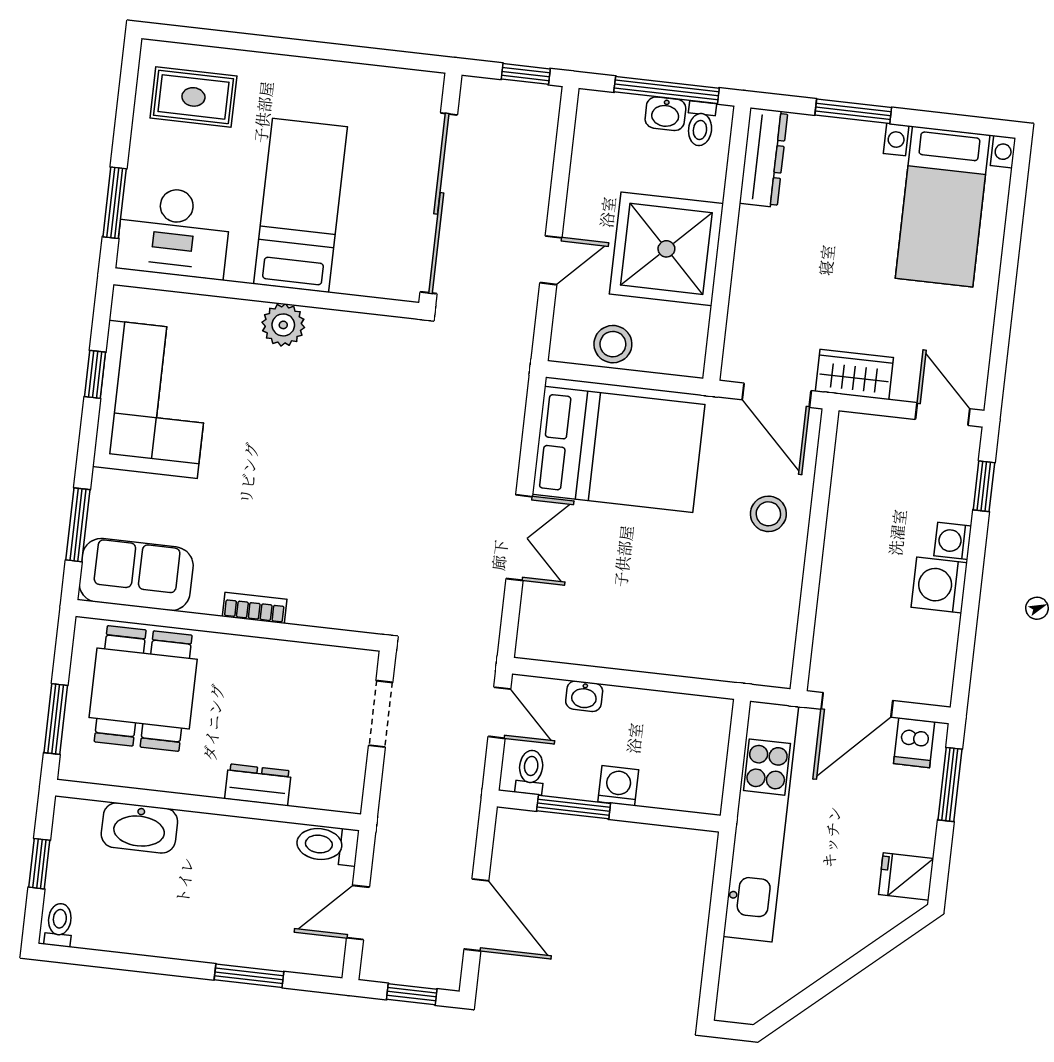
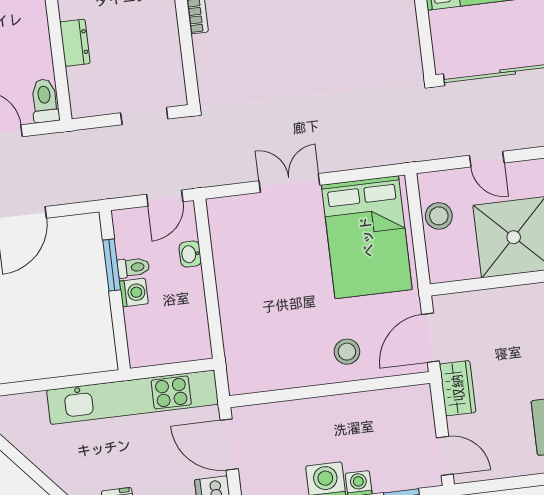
door: (943, 414) -> (445, 456), hinge flipped
double door: (519, 538) -> (289, 183), swing flipped
toilet: (530, 772) -> (133, 267), moved

